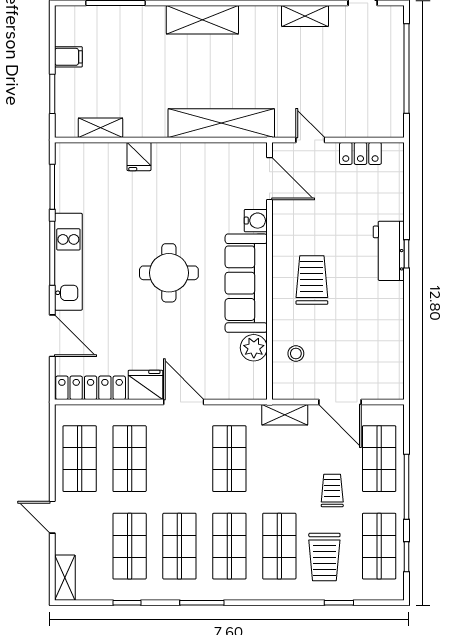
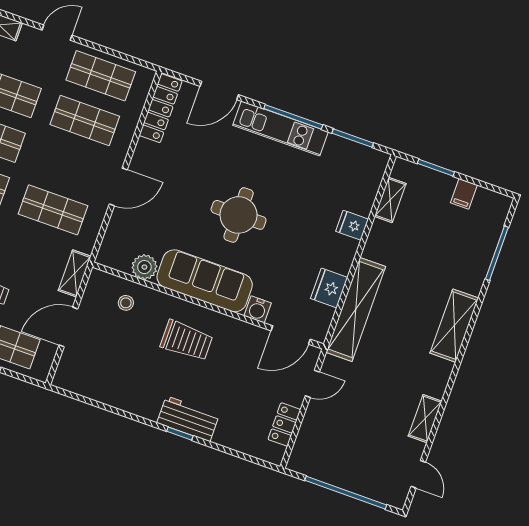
fridge: (145, 385) -> (329, 288), moved, turned 180

